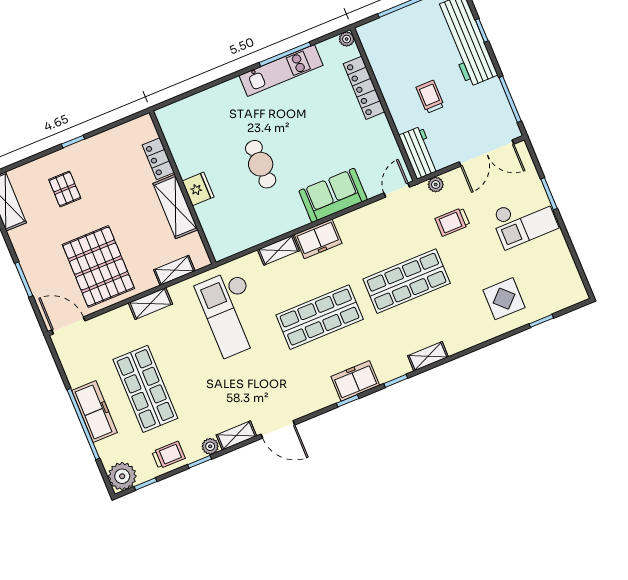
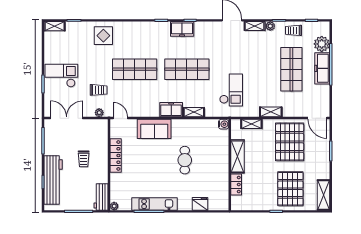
locker: (364, 88) -> (116, 155), moved
workbench: (419, 153) -> (101, 197), moved
pallet: (65, 189) -> (290, 189), width x2.05, depth x2.00
fridge: (198, 189) -> (200, 204), moved, turned 90
door: (397, 190) -> (120, 118), swing flipped
water cooler: (221, 251) -> (224, 124), added
display table: (504, 299) -> (103, 36), moved
checkout: (232, 313) -> (231, 90), width x0.73, depth x0.83
shelving: (428, 356) -> (55, 26), moved
plant: (122, 476) -> (322, 44), moved

